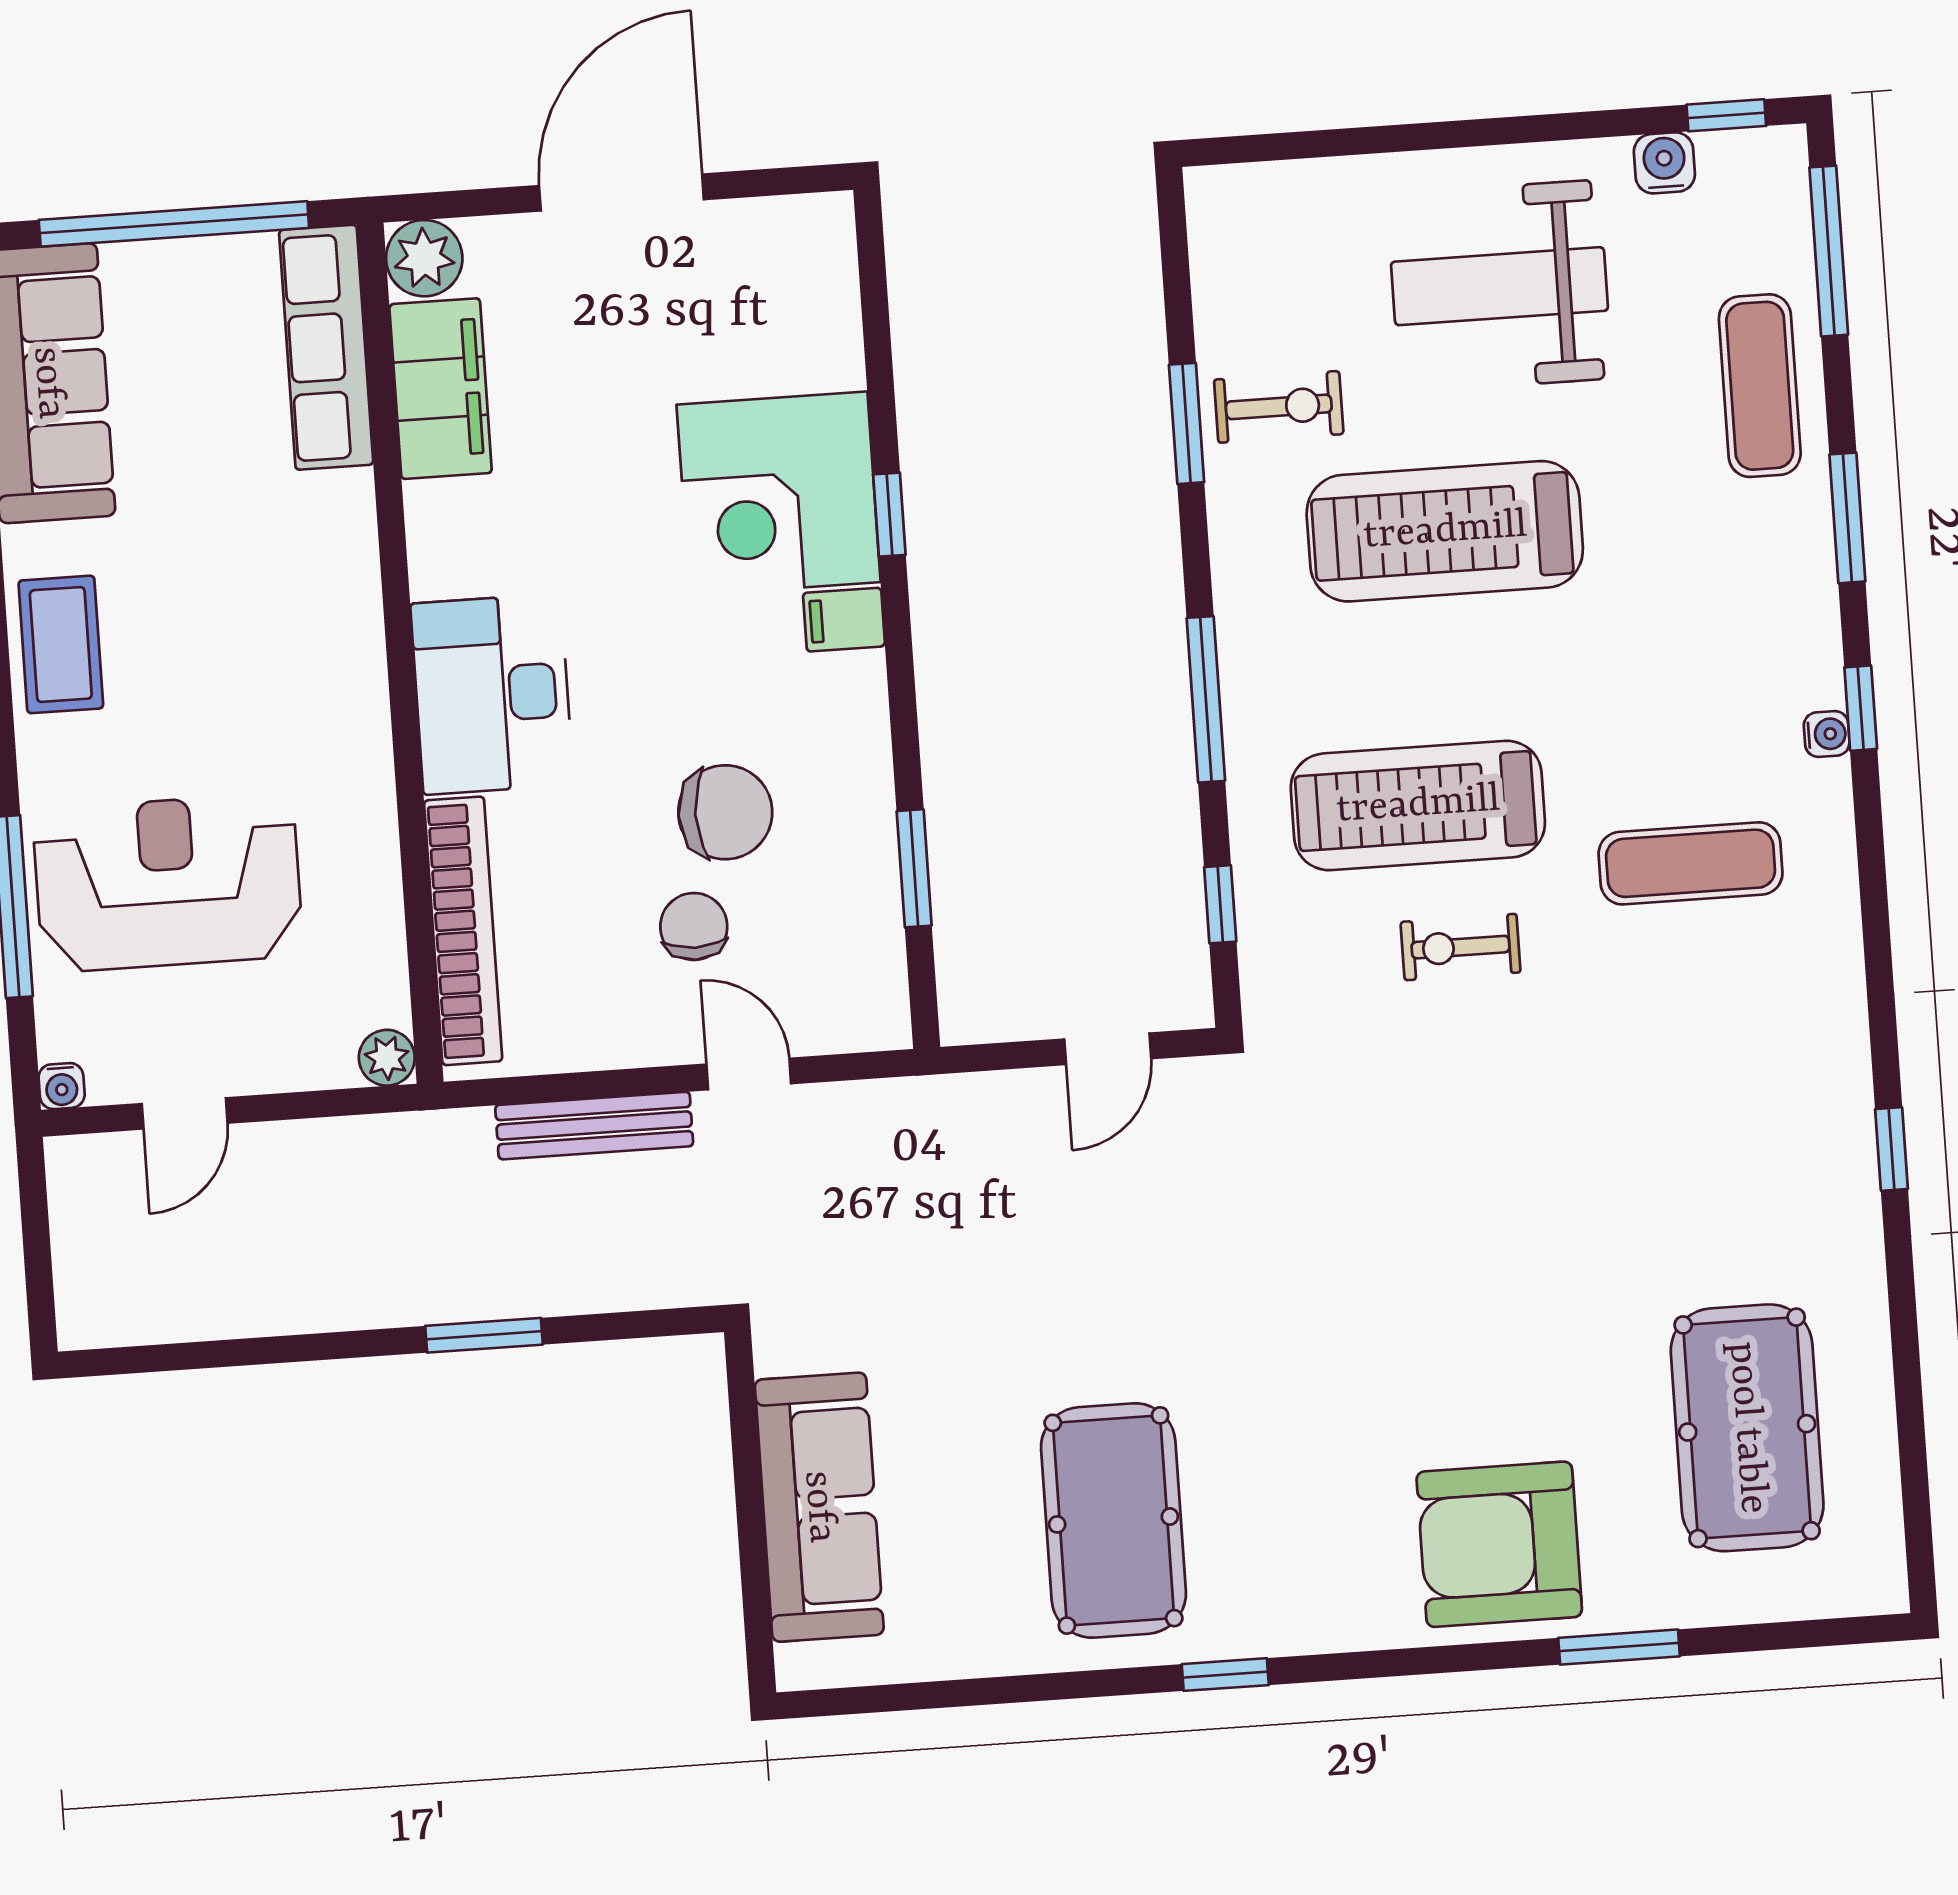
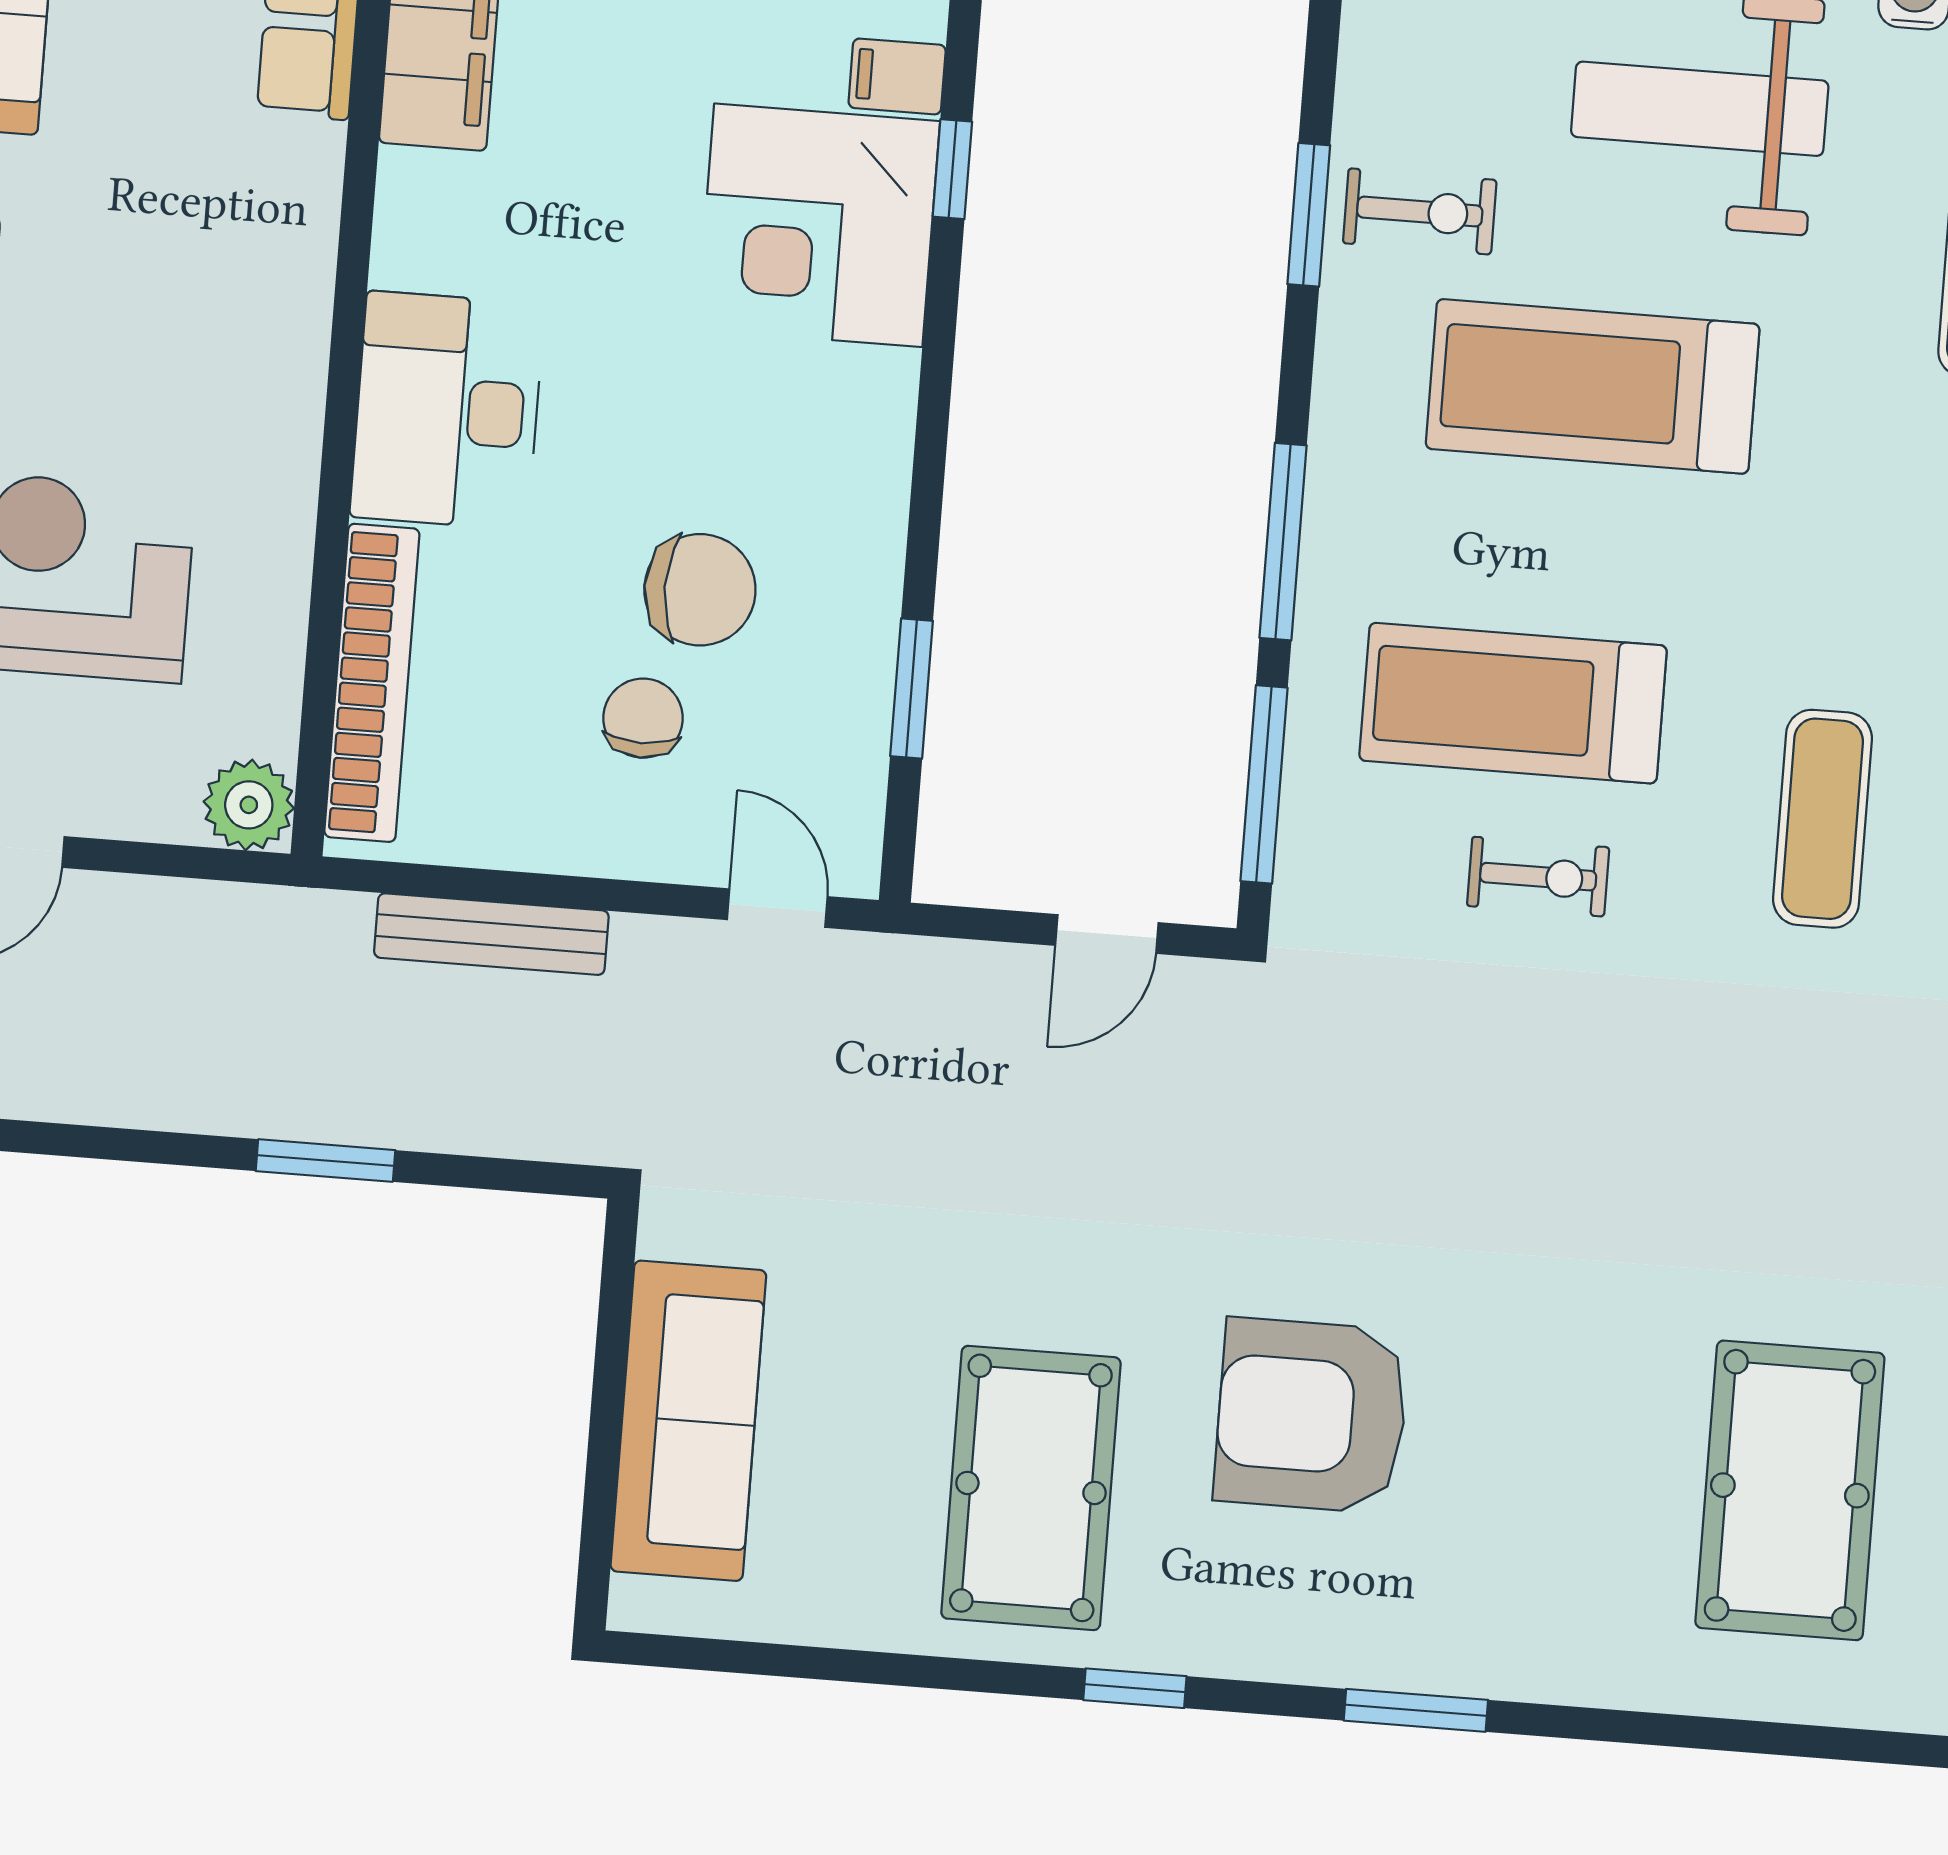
window: (889, 515) -> (952, 169), moved
filing cabinet: (844, 620) -> (897, 76), moved
exercise mat: (1691, 863) -> (1823, 819), turned 90
window: (1220, 904) -> (1264, 784), width x2.17
exercise bike: (1461, 947) -> (1538, 877), turned 180
plant: (387, 1058) -> (249, 805), width x1.38, depth x1.38
door: (749, 1074) -> (777, 908), moved
armchair: (1499, 1544) -> (1311, 1416), moved
window: (1619, 1647) -> (1416, 1710), moved

